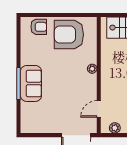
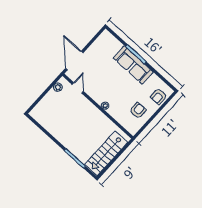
armchair: (69, 35) -> (138, 110), width x0.53, depth x0.53
sofa: (31, 83) -> (133, 65), width x1.36

